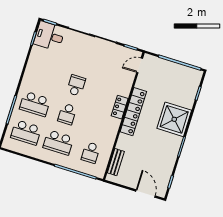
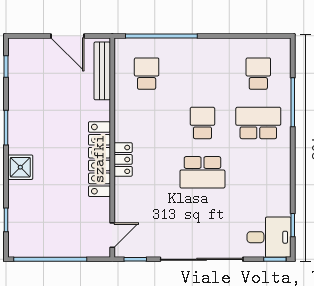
school desk: (76, 85) -> (202, 172), width x1.85
shower: (174, 119) -> (20, 167), width x0.54, depth x0.54
school desk: (26, 132) -> (258, 74), width x0.54
school desk: (58, 142) -> (202, 74), removed
bench: (116, 162) -> (102, 71), width x1.36
door: (146, 194) -> (67, 36), moved

